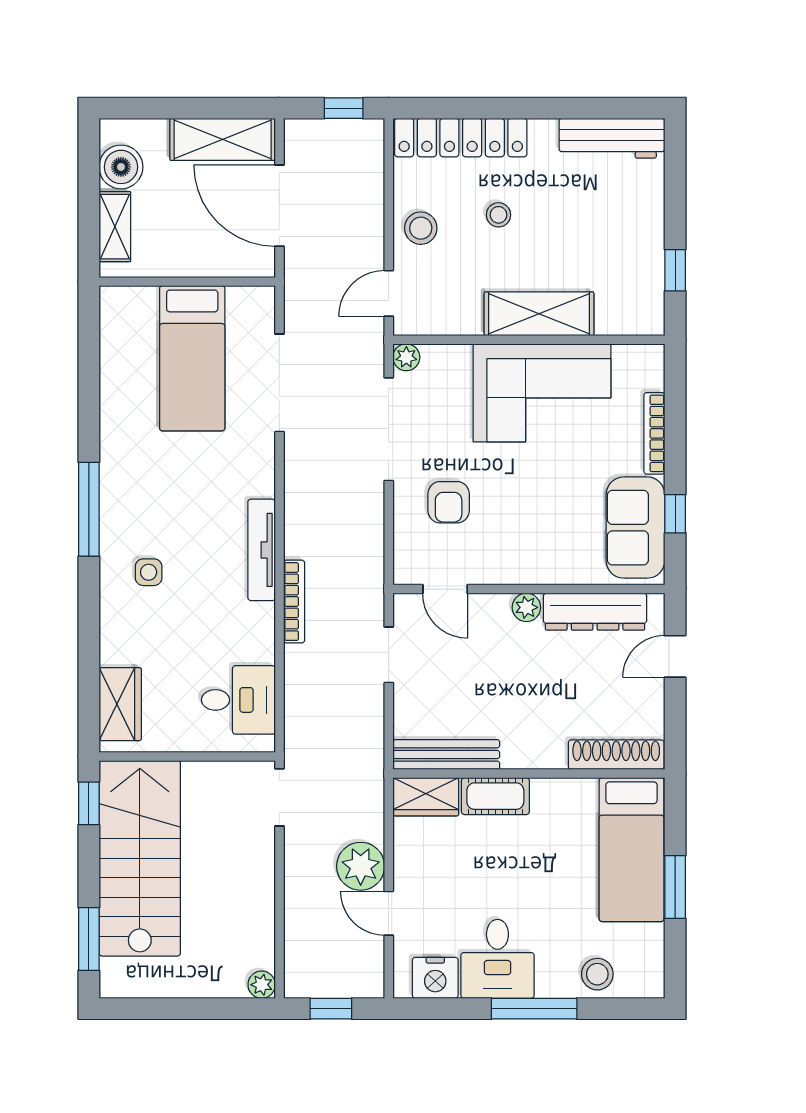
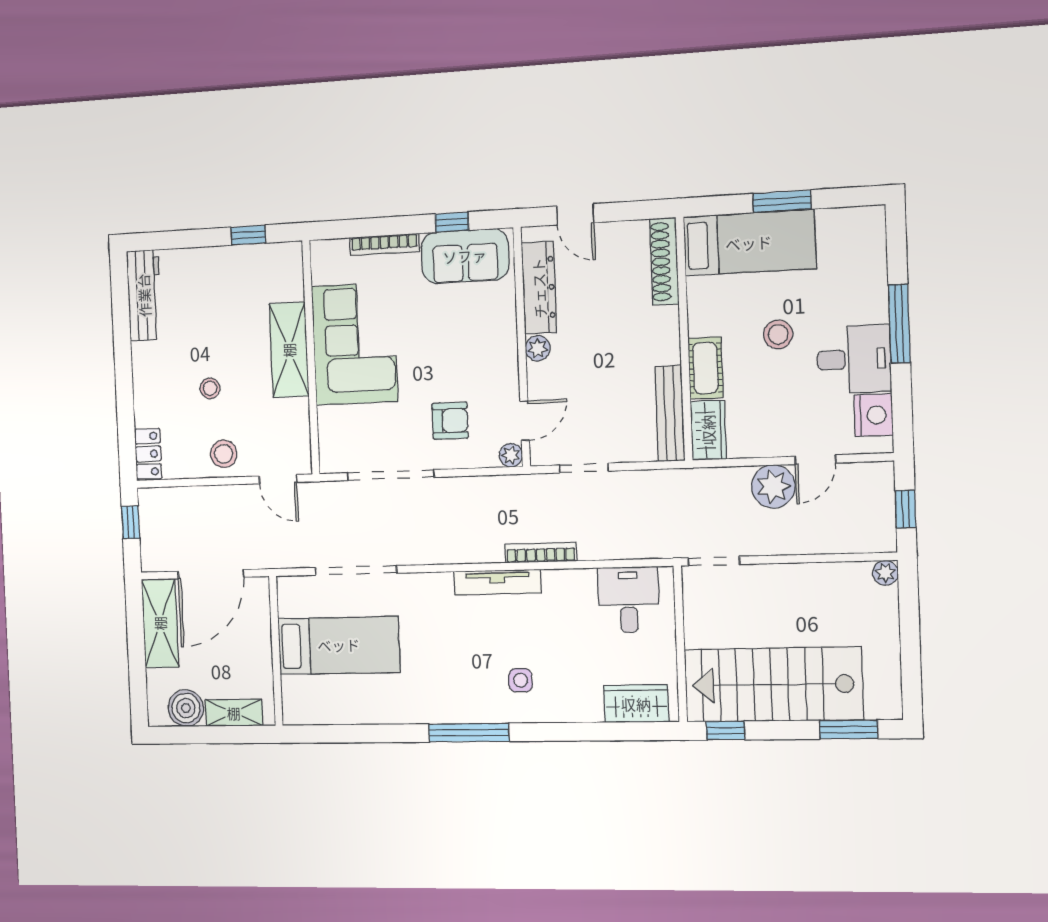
locker: (461, 138) -> (148, 454), width x0.46, depth x0.83
plant: (406, 357) -> (511, 455), moved
stool: (597, 974) -> (778, 334), moved

